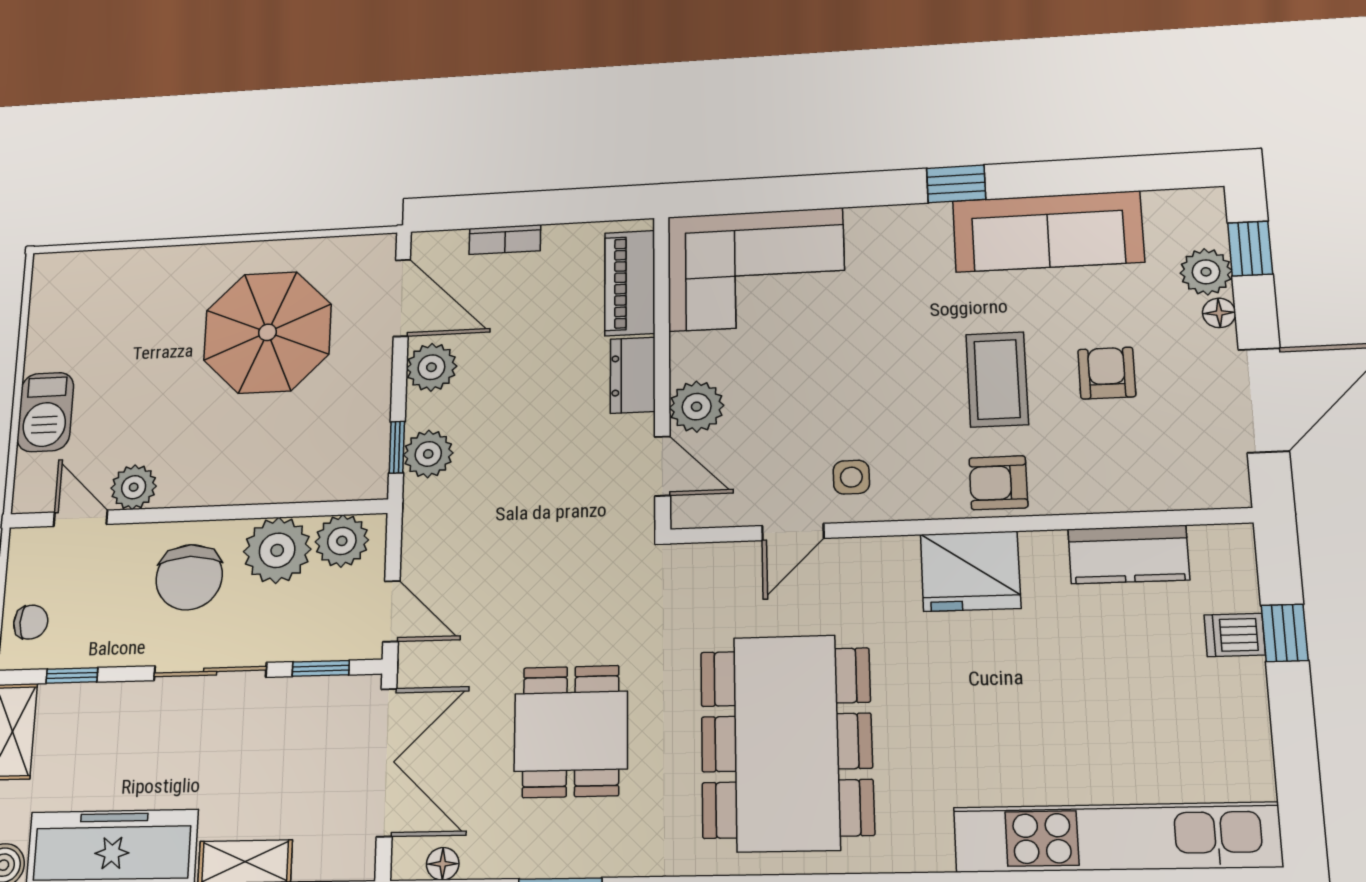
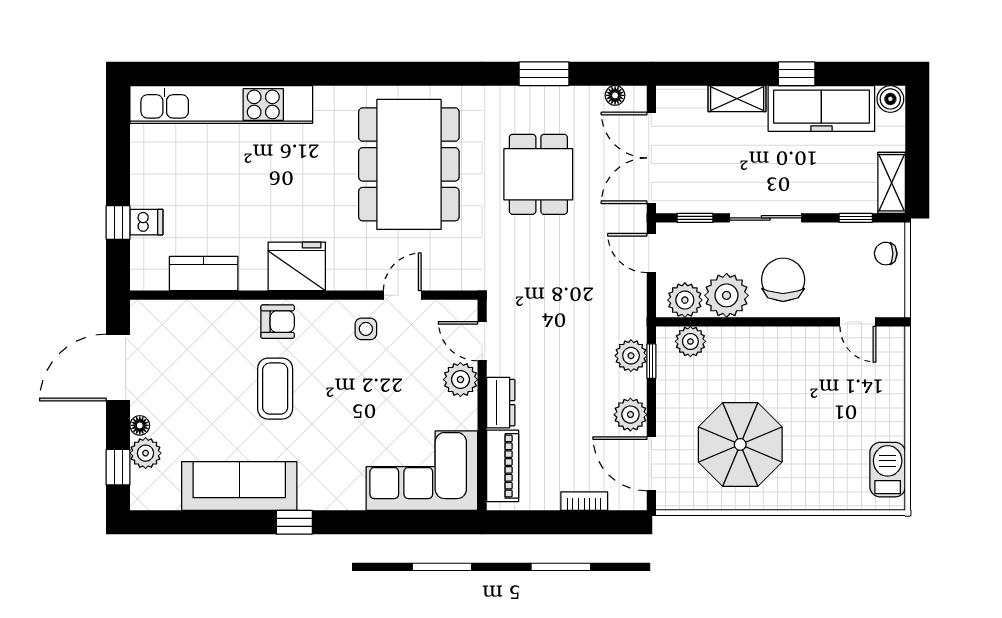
armchair: (1107, 373) -> (209, 389), removed
barbecue: (45, 412) -> (888, 470), moved
plant: (134, 487) -> (690, 341), moved

